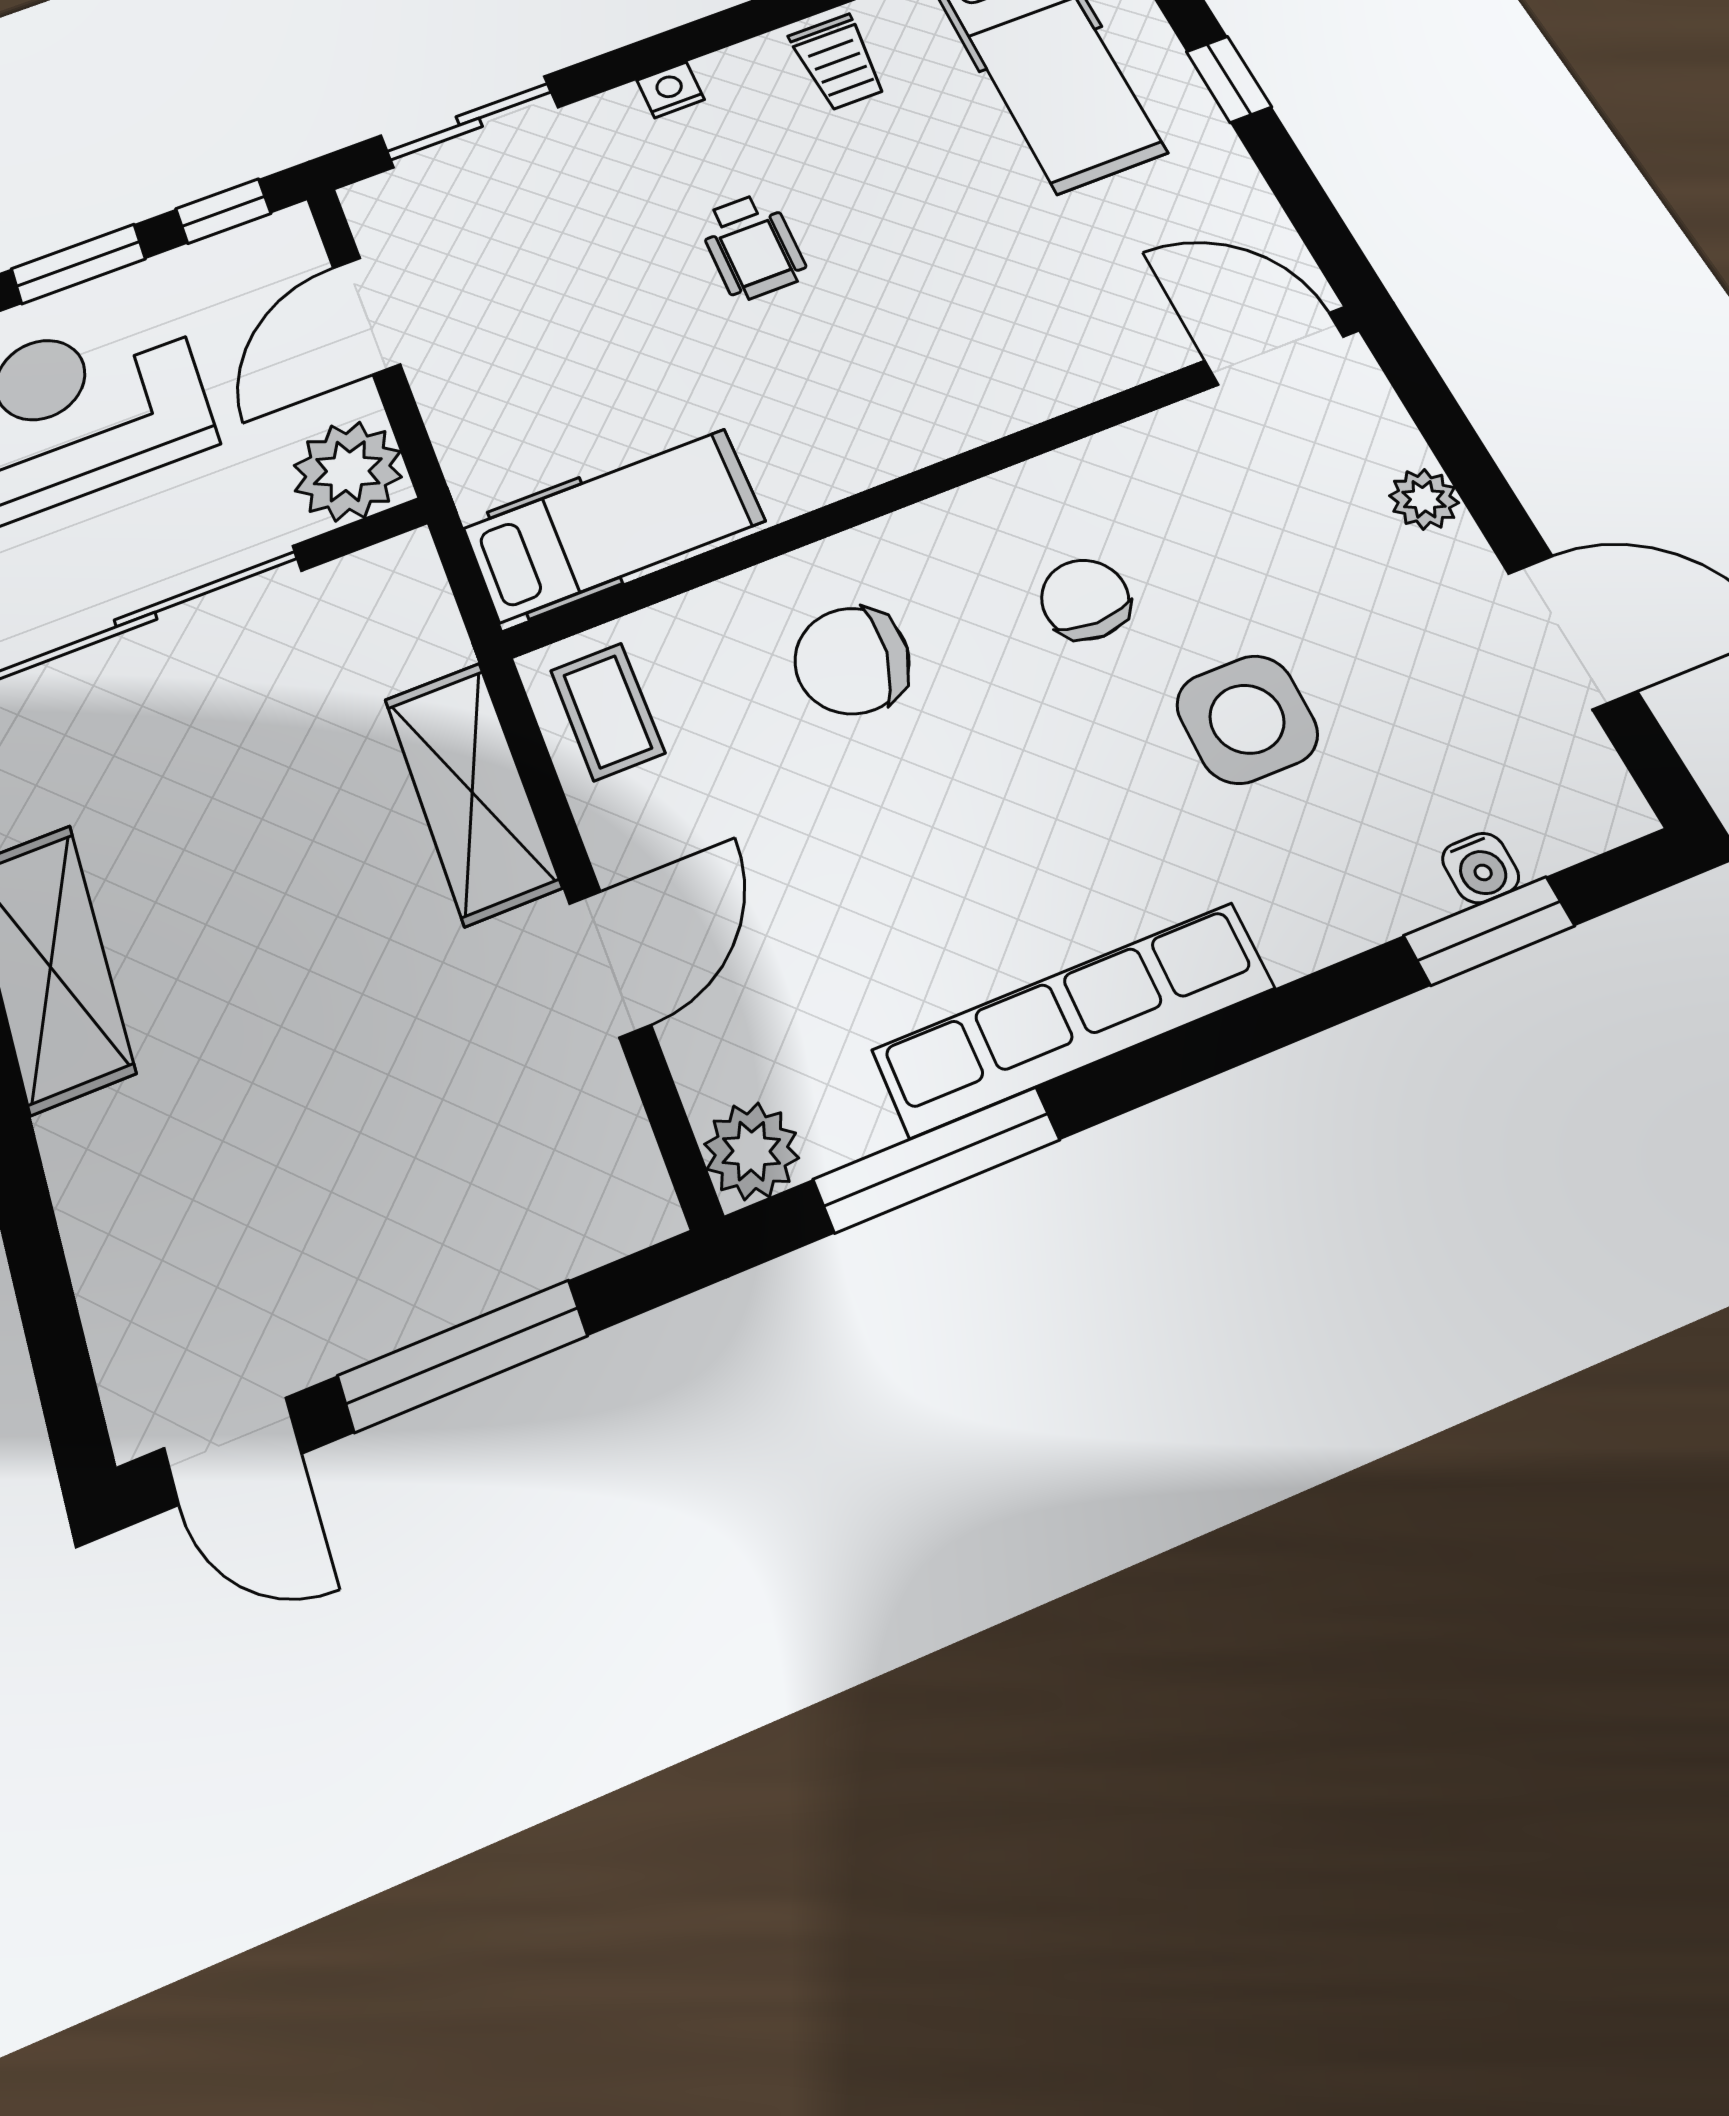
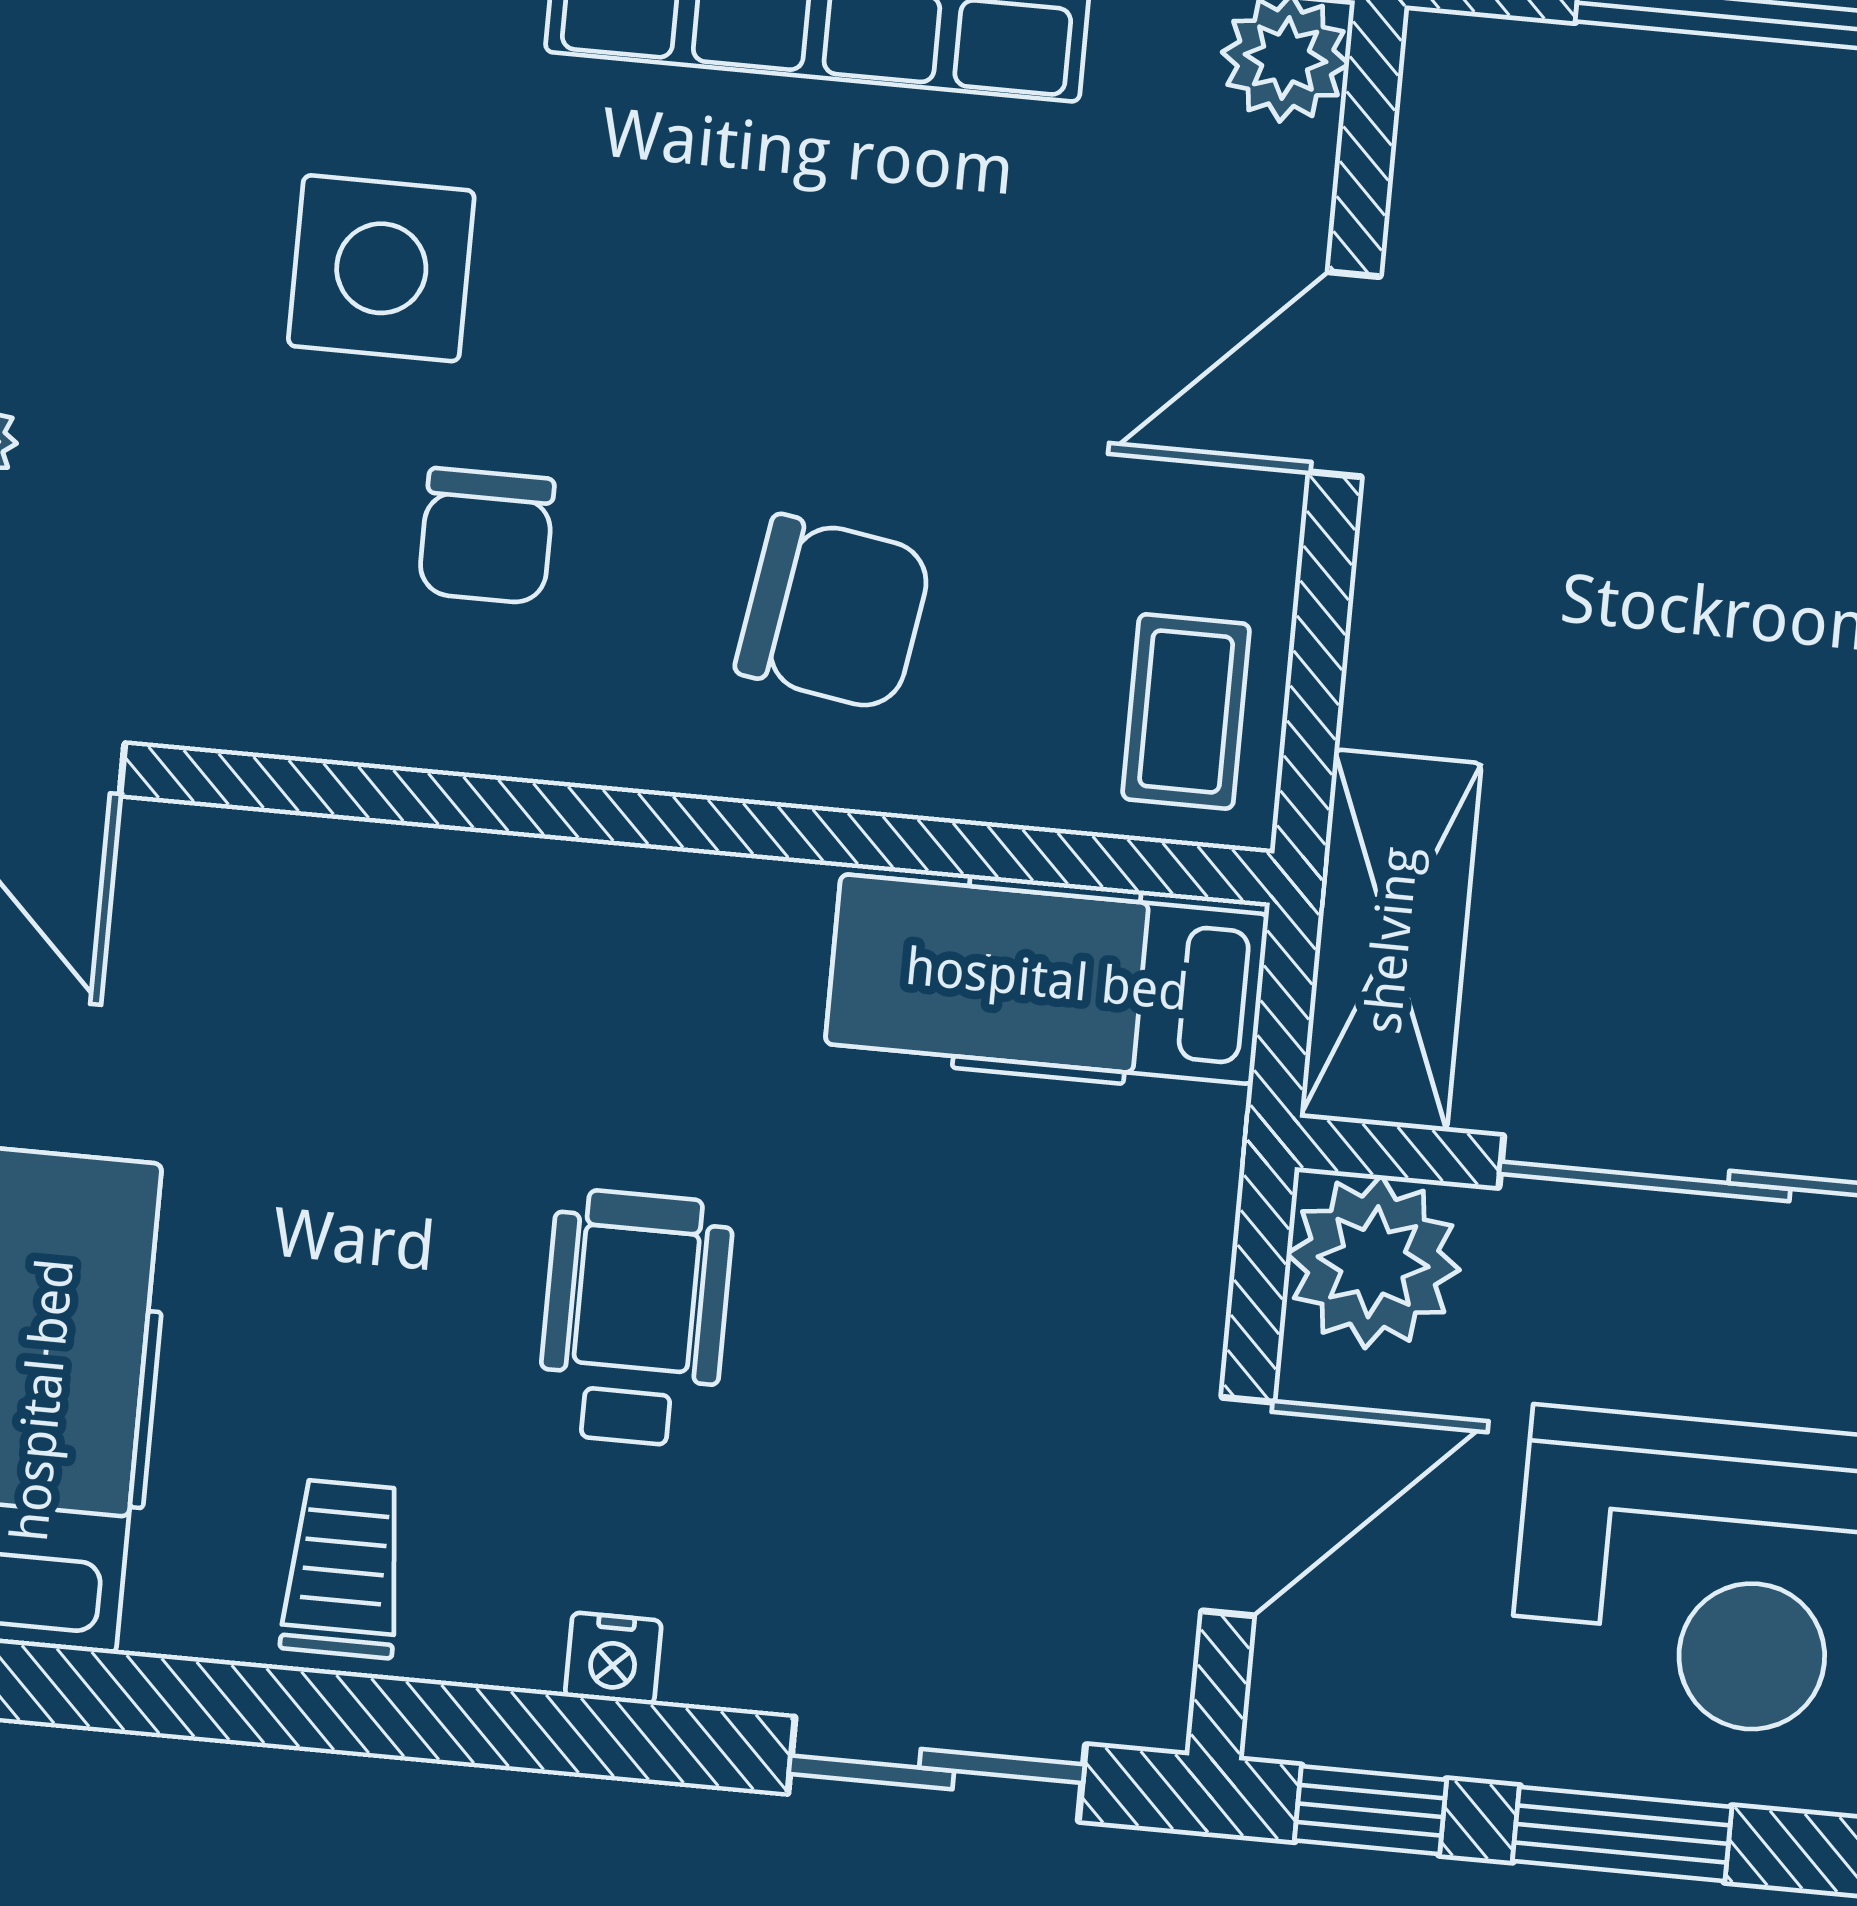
wheelchair: (752, 246) -> (635, 1318), width x1.36, depth x1.37
shelving: (472, 792) -> (1391, 940), moved

